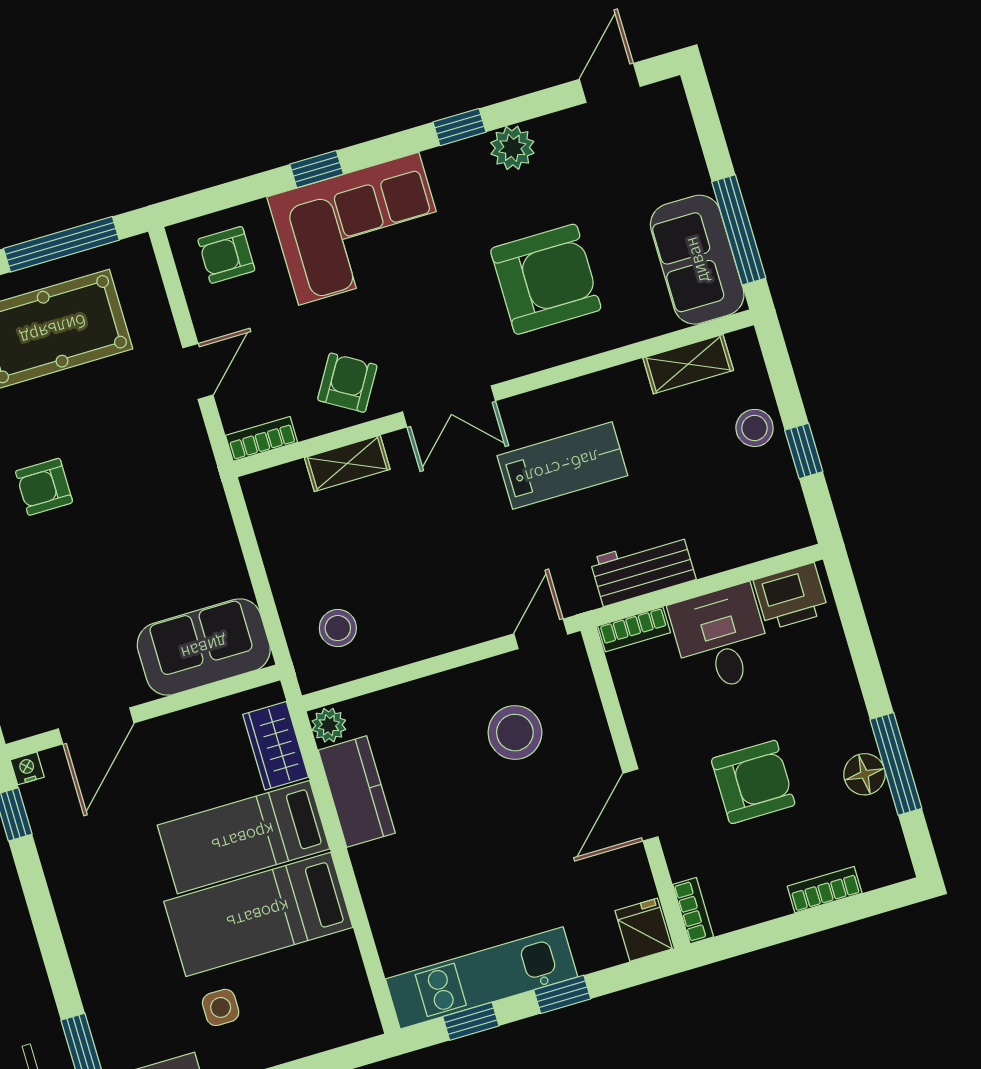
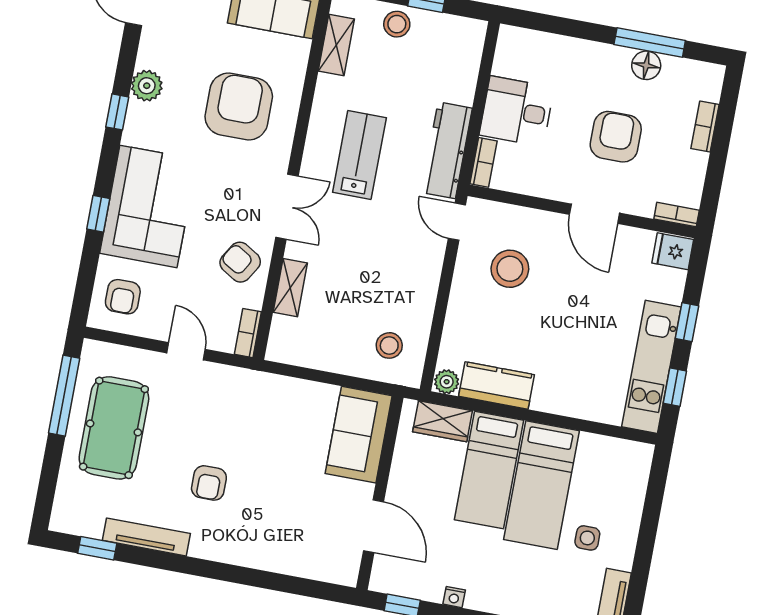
workbench: (643, 569) -> (447, 150), width x1.38
printer: (791, 596) -> (513, 55), removed
nightstand: (27, 768) -> (454, 597), moved, turned -90

